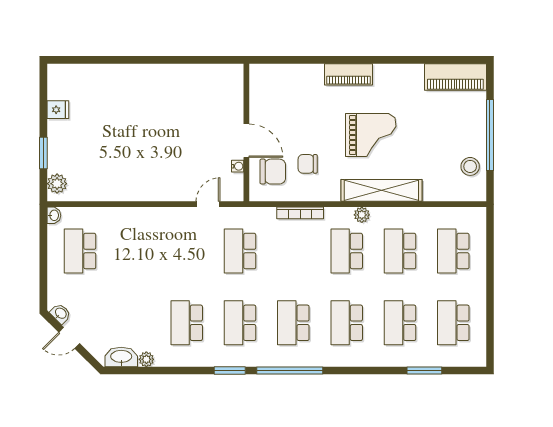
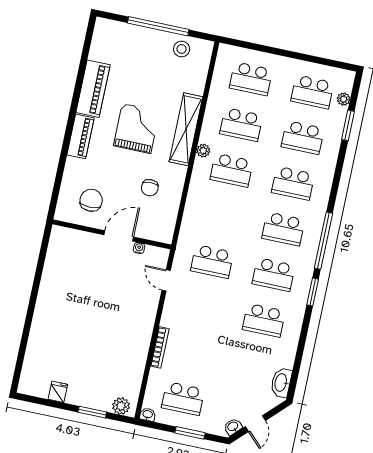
piano: (455, 77) -> (93, 89), moved
chair: (273, 172) -> (91, 200), moved
bookcase: (300, 213) -> (160, 347), moved
window: (43, 267) -> (190, 433), added
plant: (146, 359) -> (344, 99), moved

